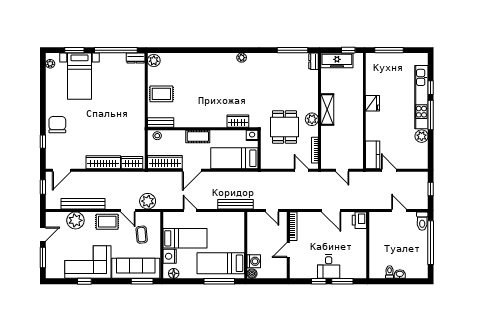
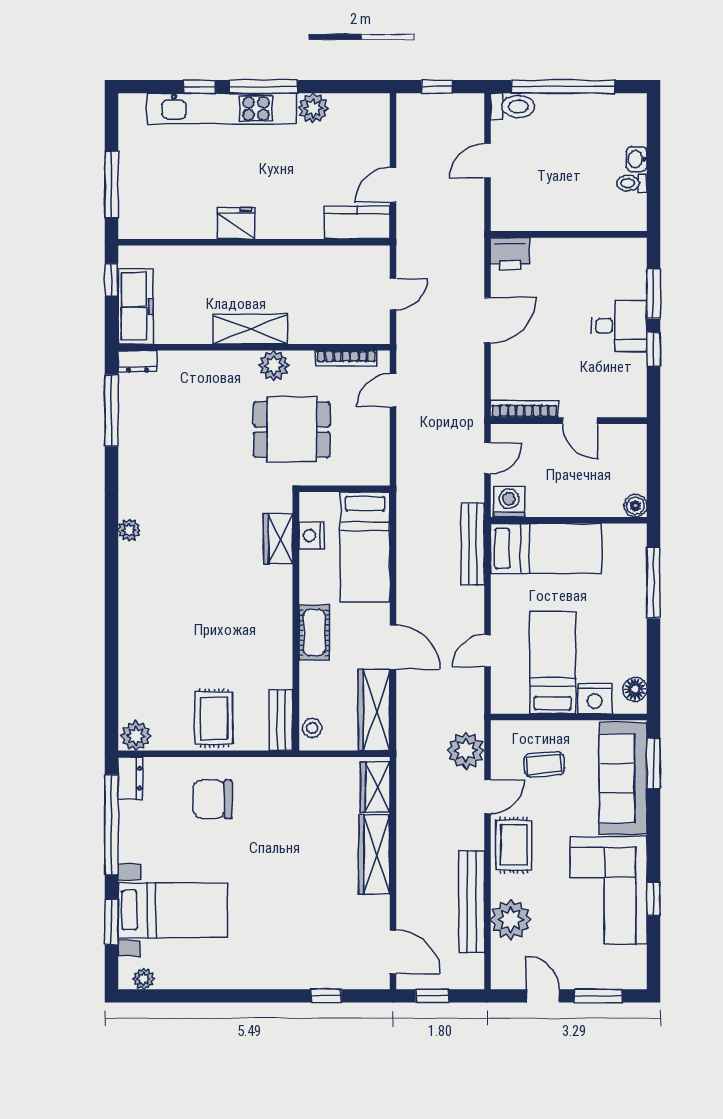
chair: (57, 125) -> (213, 799), moved
nightstand: (252, 135) -> (311, 535), moved
washing machine: (254, 261) -> (509, 502), moved
bed: (221, 263) -> (546, 548), moved, turned -90

